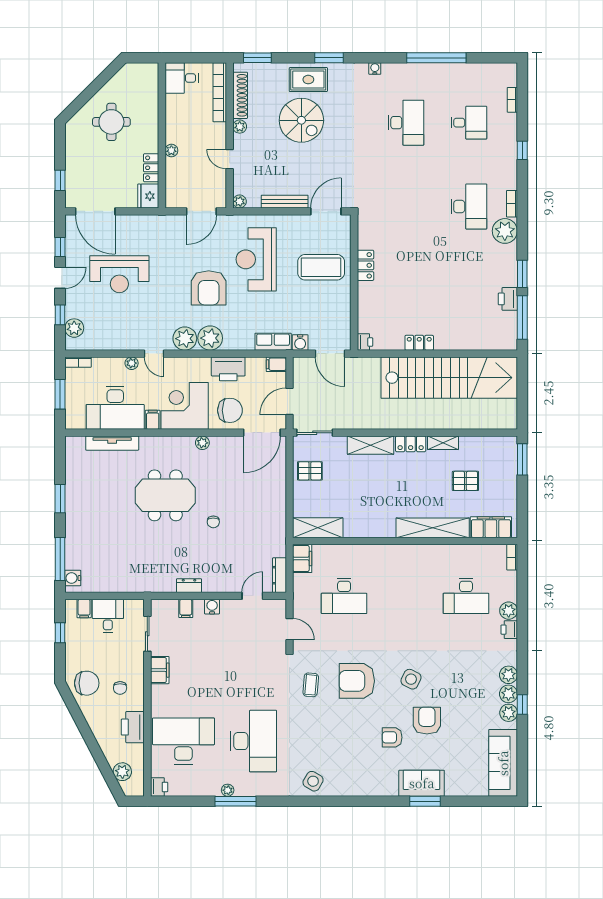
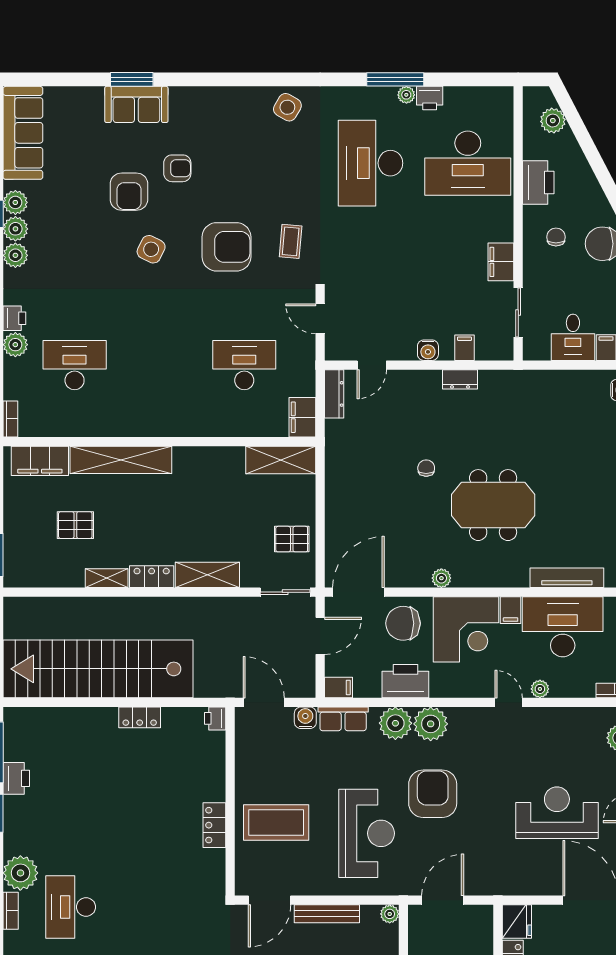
plant: (185, 339) -> (395, 723), moved
printer: (159, 787) -> (430, 98), moved, turned -90

